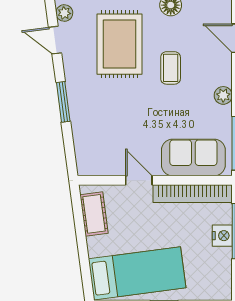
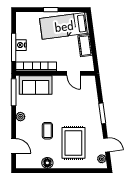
door: (139, 180) -> (74, 73), moved
cot: (94, 214) -> (85, 46), moved

